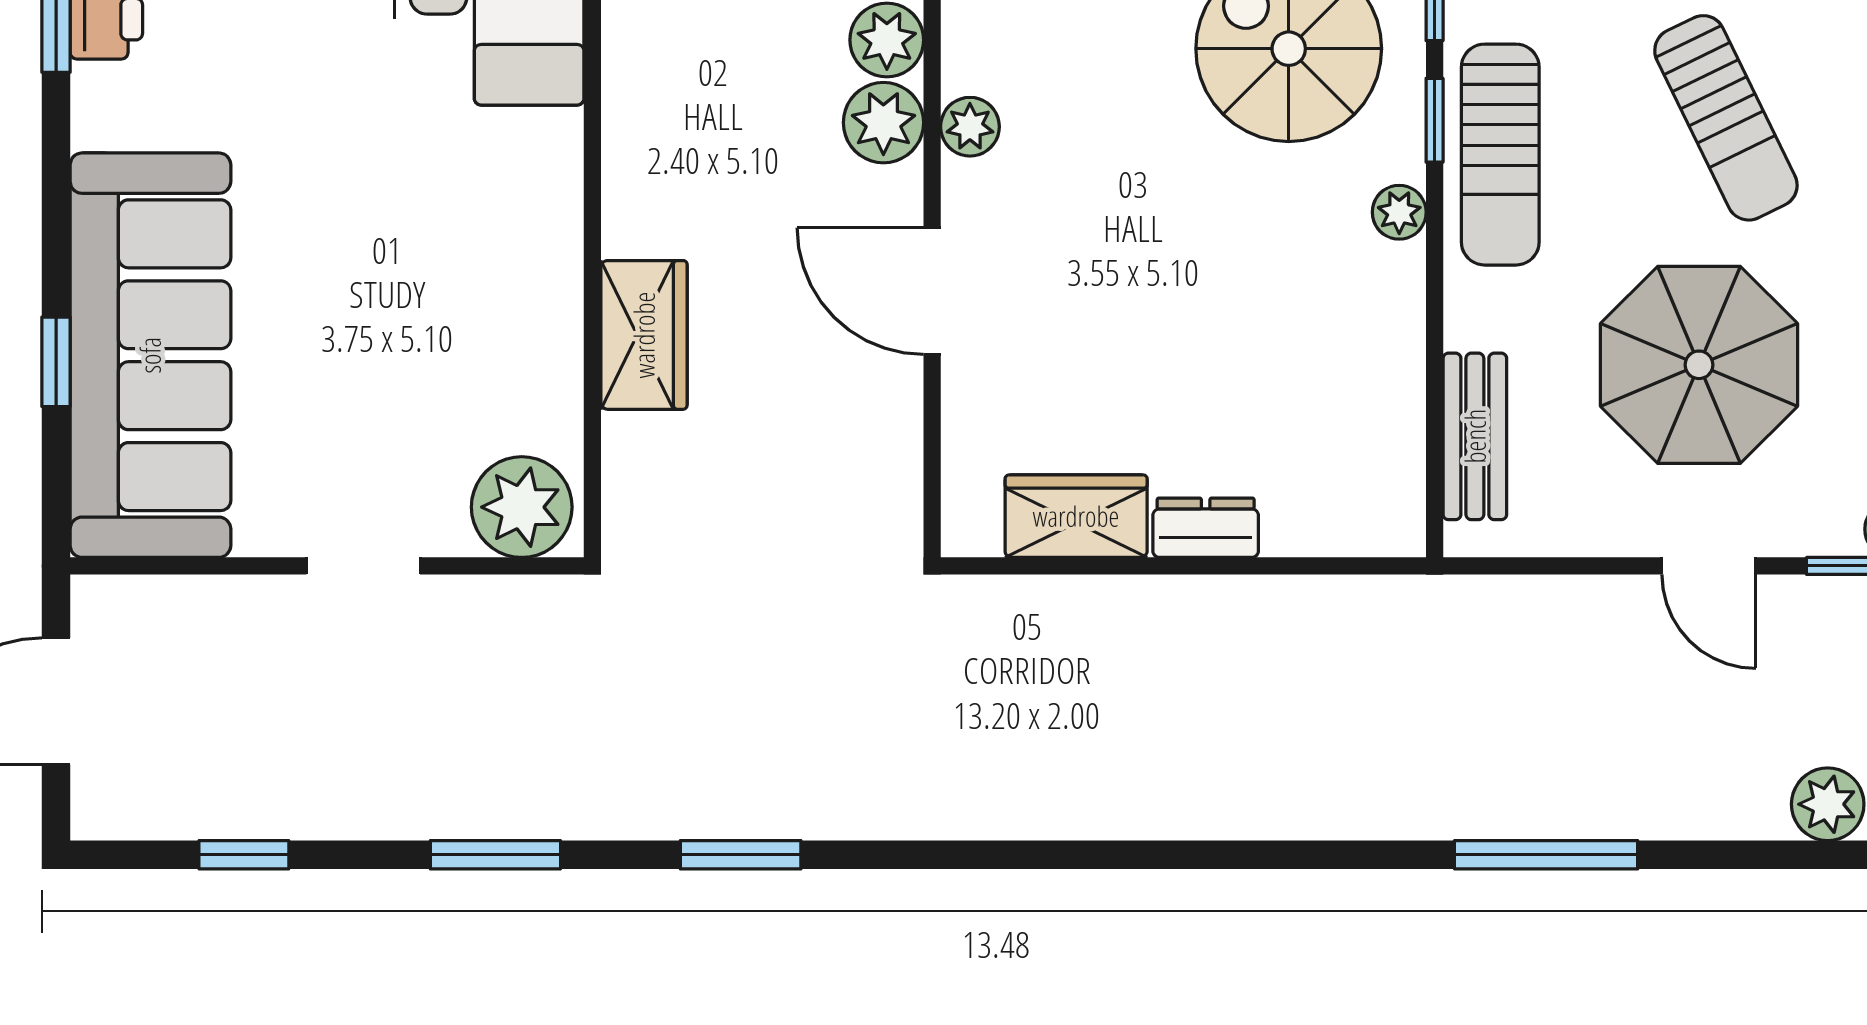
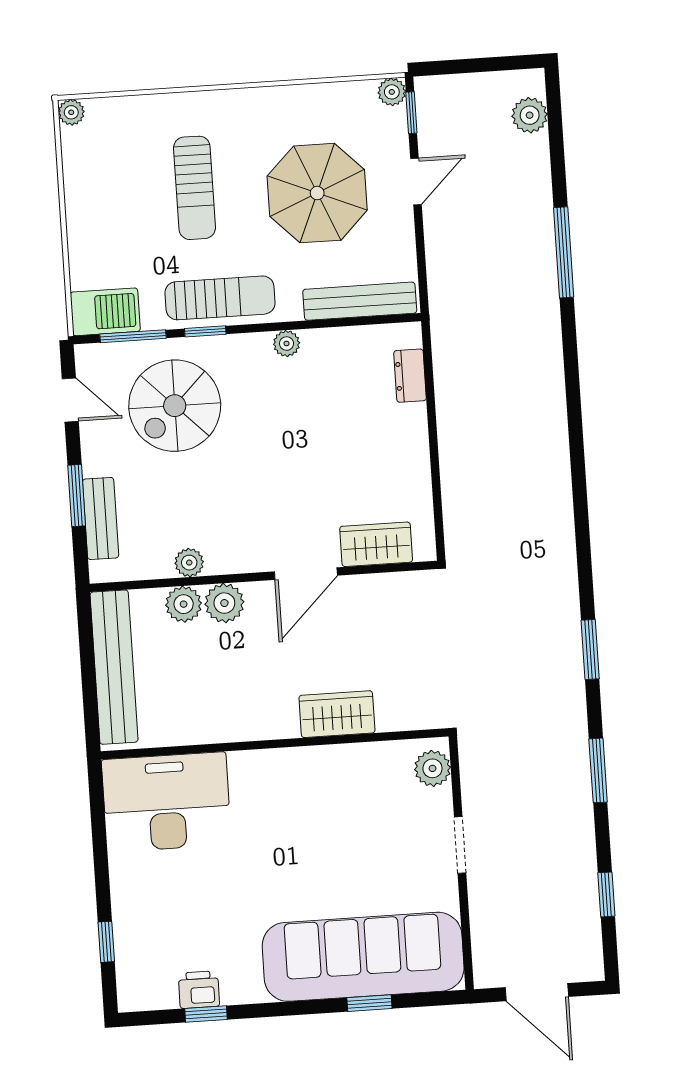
sun lounger: (1726, 118) -> (194, 188), turned 116
plant: (970, 127) -> (189, 563), moved
plant: (1399, 212) -> (287, 344), moved
bench: (1475, 436) -> (360, 301), width x1.36
plant: (522, 507) -> (432, 768), width x0.73, depth x0.73
wardrobe: (1076, 516) -> (376, 544), moved, turned 90
dresser: (1206, 528) -> (410, 376), moved

